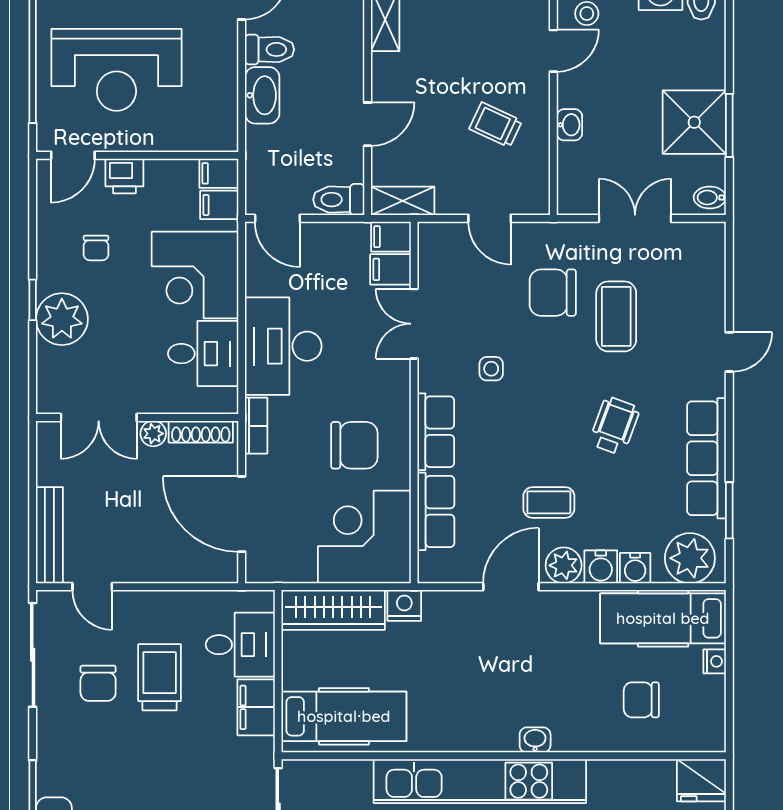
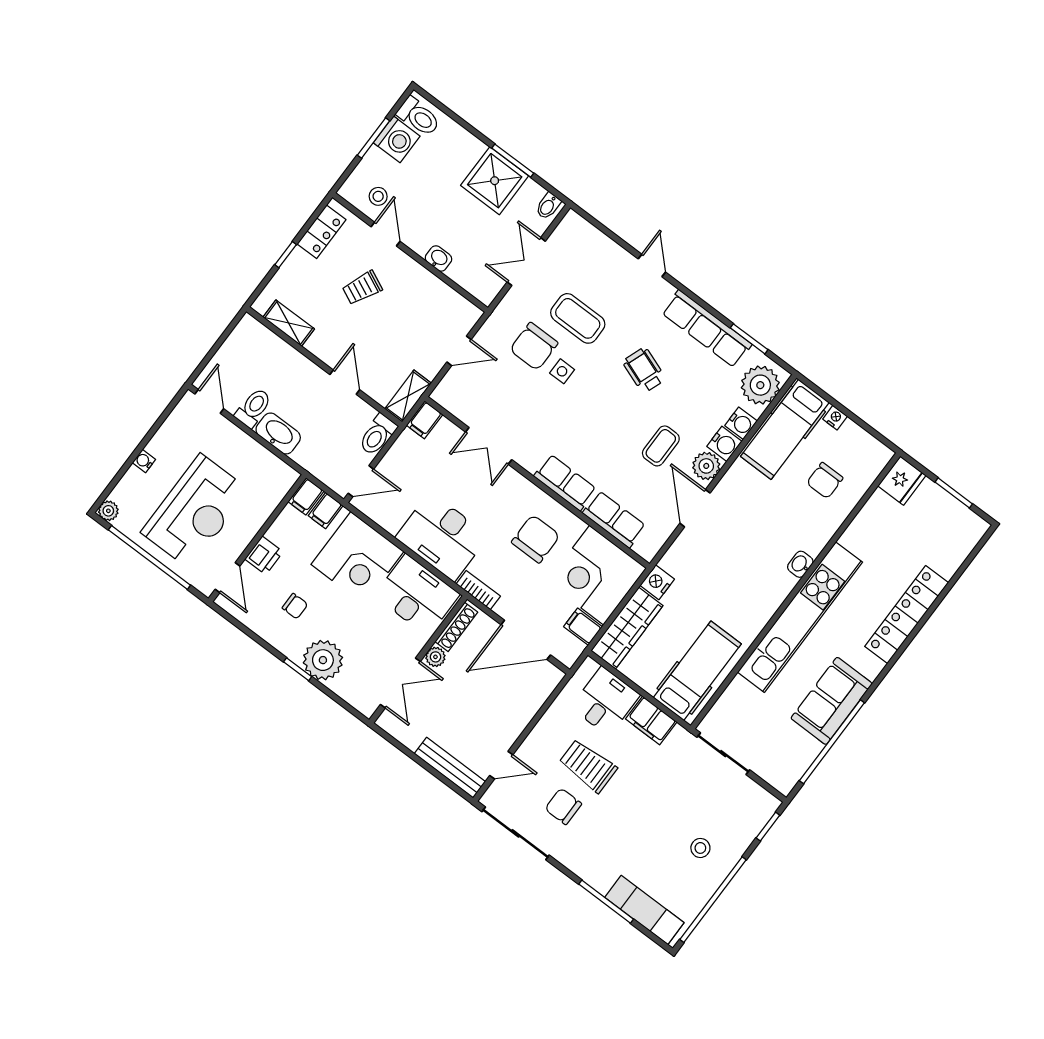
trolley: (496, 125) -> (362, 288), moved
filing cabinet: (391, 269) -> (583, 627), moved, turned 90
desk: (203, 354) -> (417, 595), width x1.37
side table: (491, 369) -> (562, 371), moved
chair: (98, 683) -> (563, 806), turned 180

